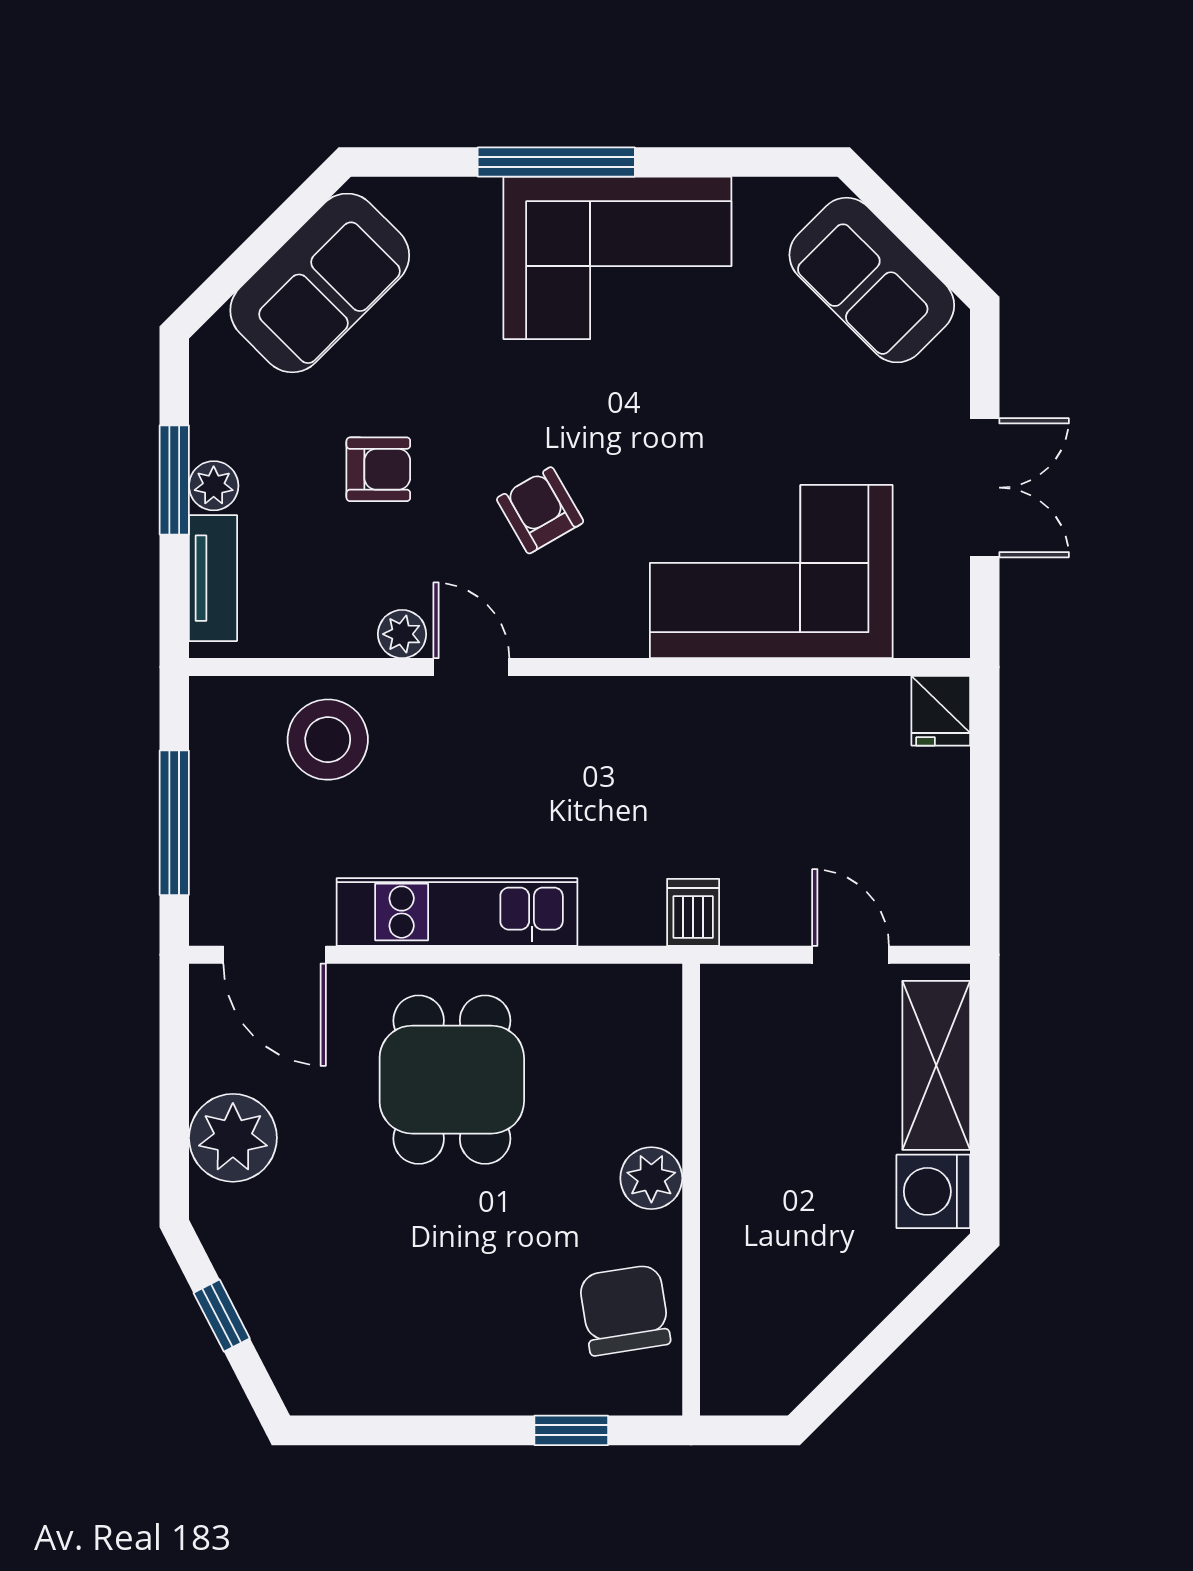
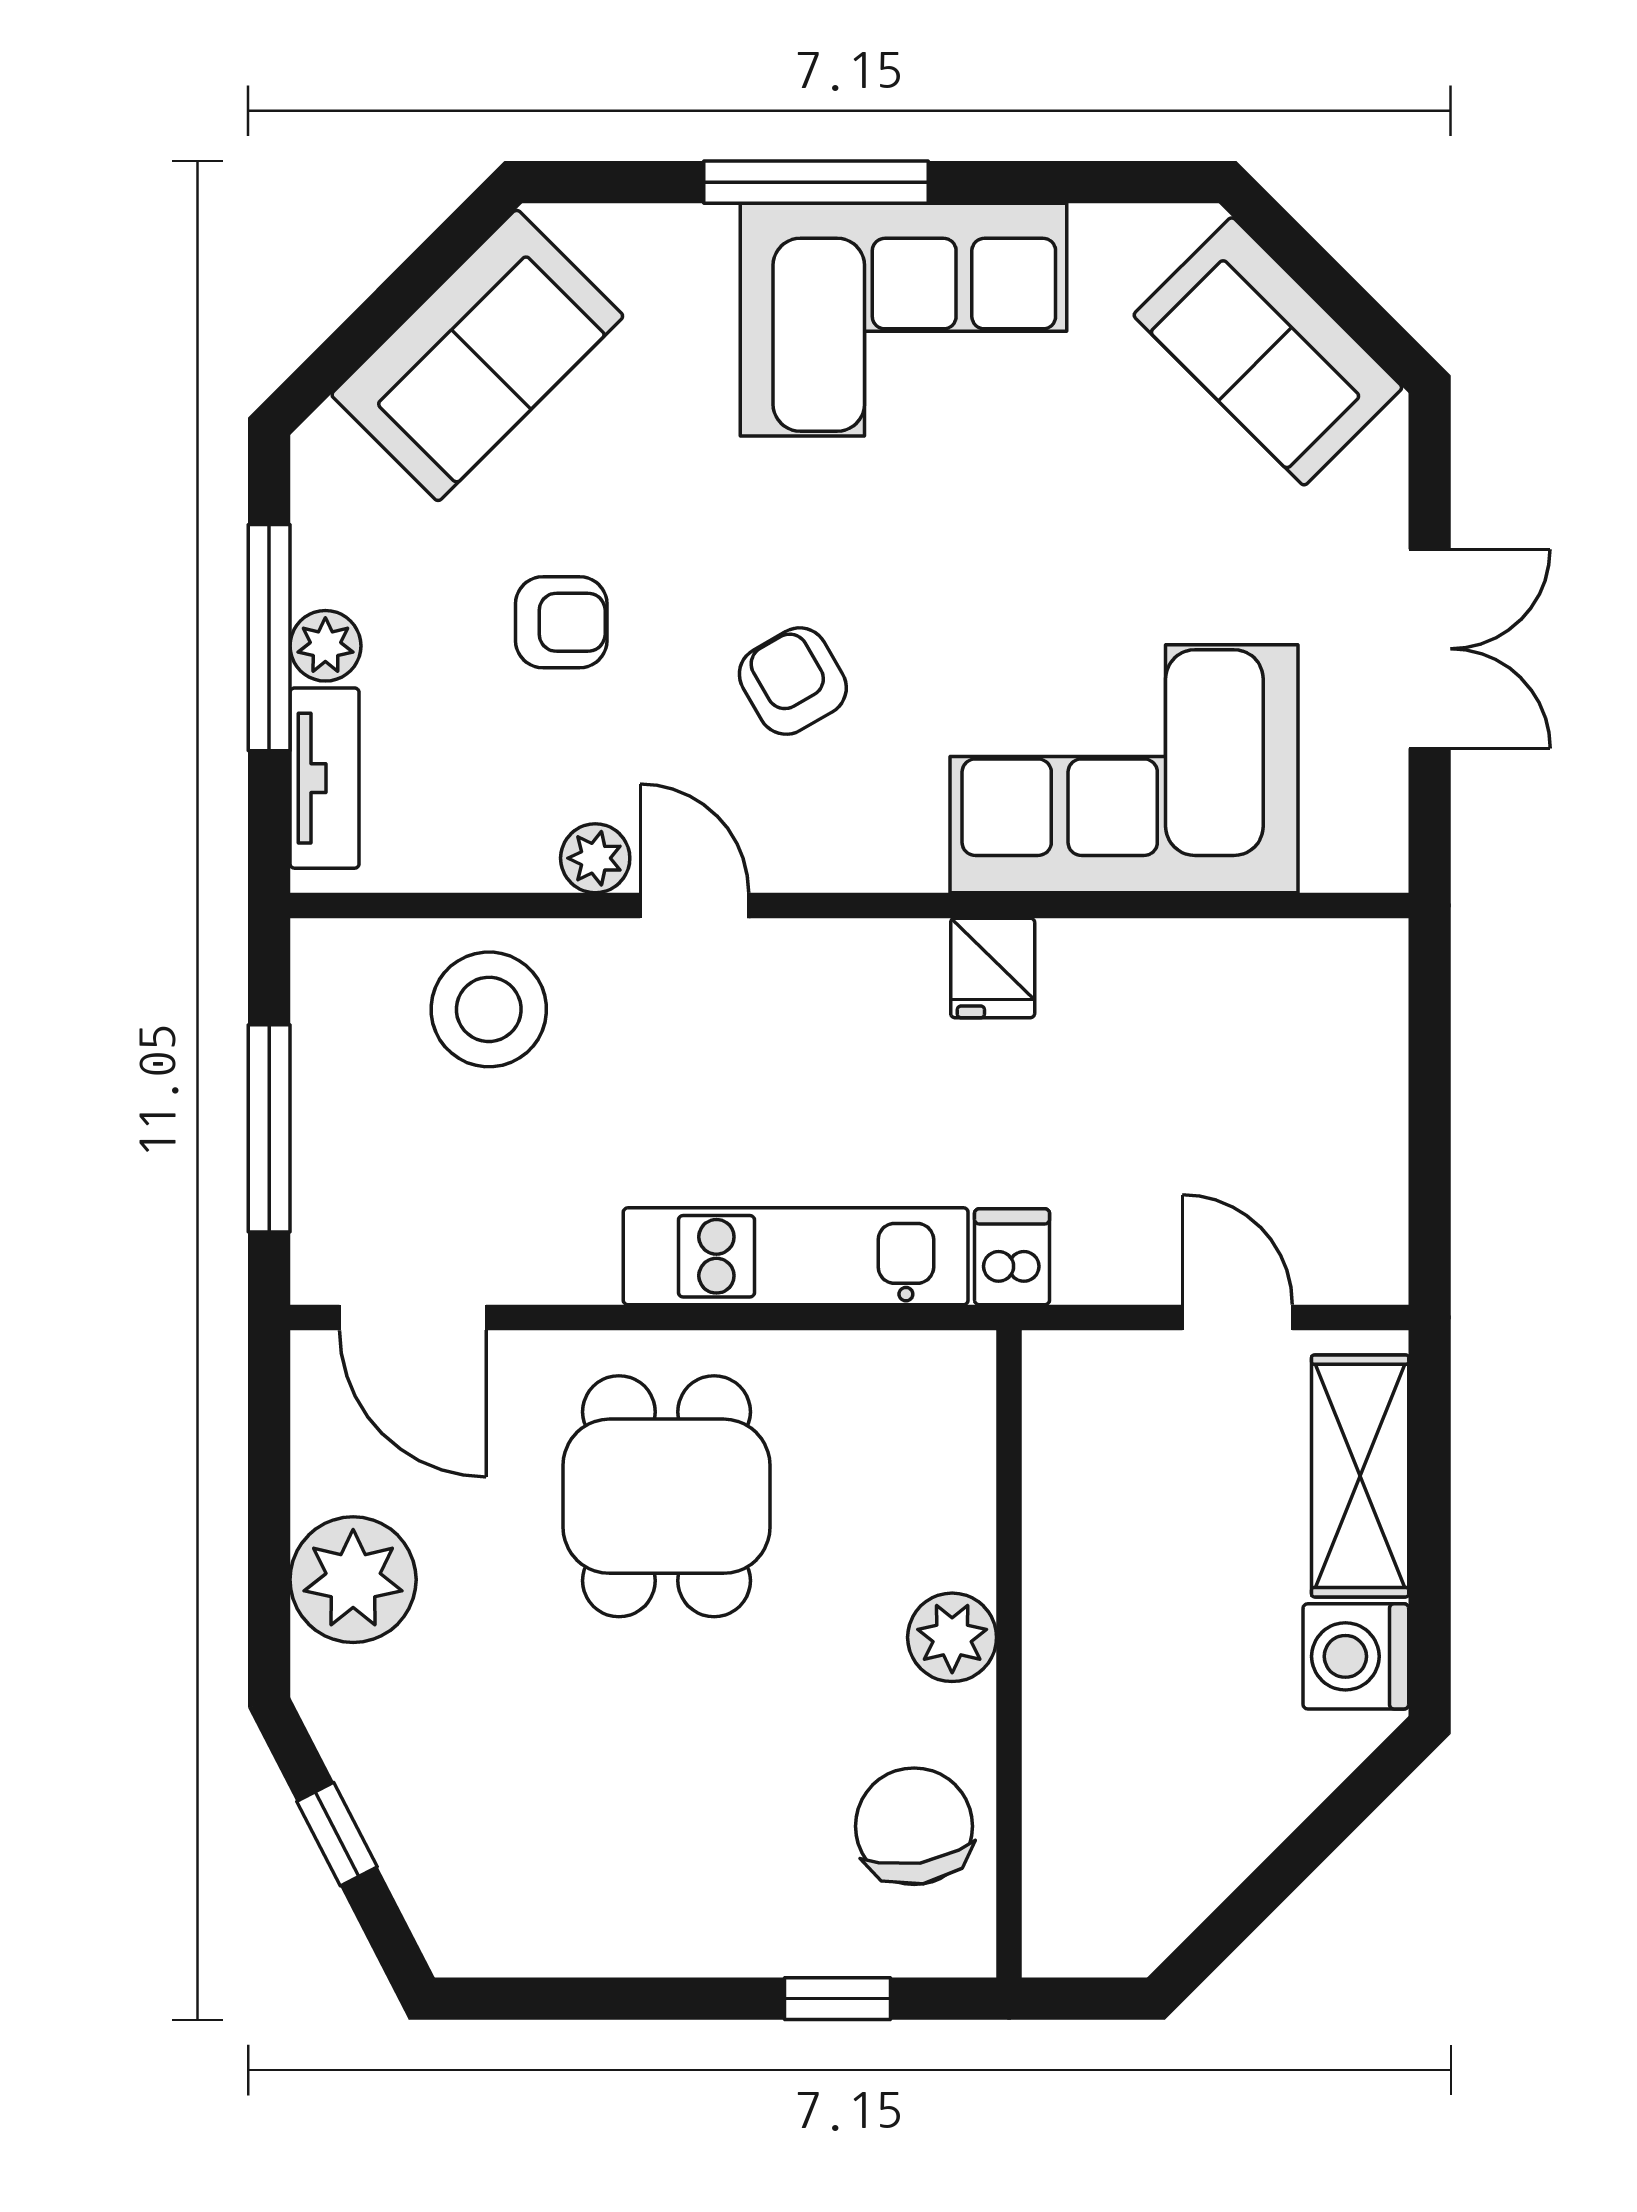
window: (174, 480) -> (269, 638), width x1.44
fridge: (941, 711) -> (993, 968), moved
kitchen unit: (457, 912) -> (796, 1256), moved

